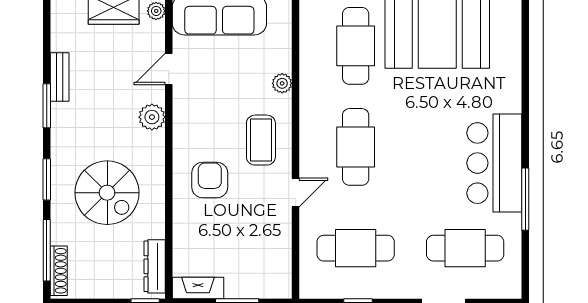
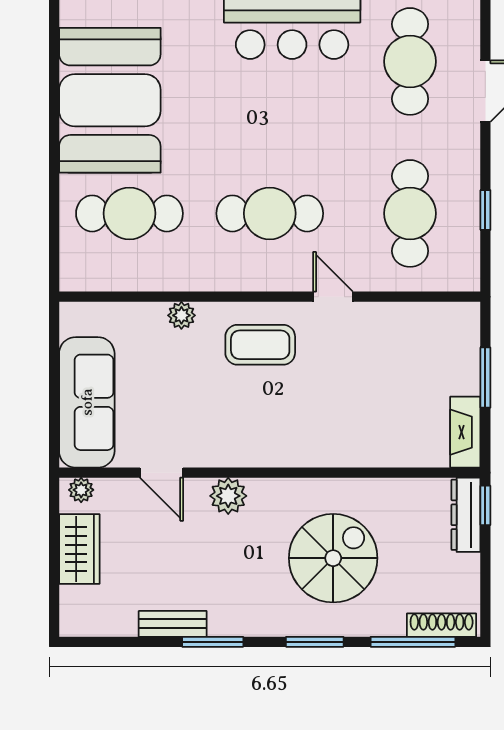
armchair: (210, 180) -> (316, 416), removed
dresser: (155, 266) -> (466, 515), moved, turned 90

